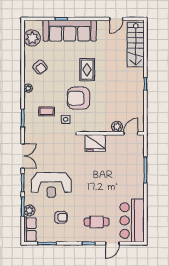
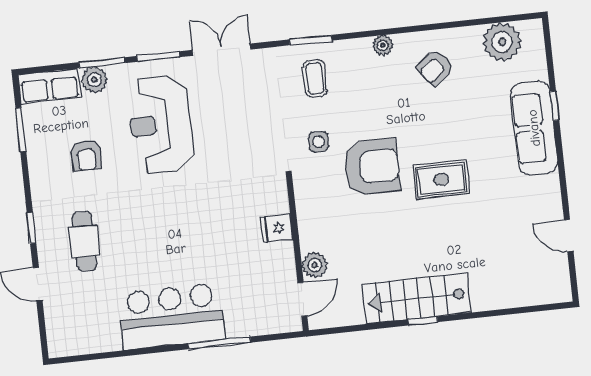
sofa: (70, 31) -> (534, 128), width x0.74, depth x0.79
stairs: (136, 45) -> (417, 298), moved
armchair: (78, 98) -> (372, 167), turned 90
coffee table: (47, 111) -> (315, 78), moved
door: (131, 133) -> (302, 299), hinge flipped
fridge: (95, 143) -> (277, 228), width x0.53, depth x0.75
double door: (23, 156) -> (221, 50), swing flipped
bar counter: (132, 221) -> (172, 316), moved

